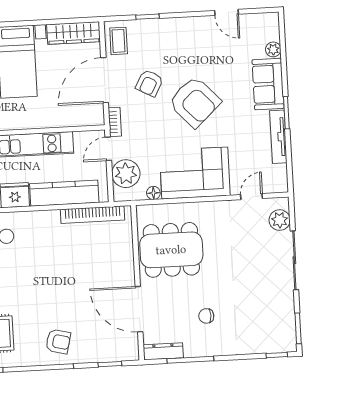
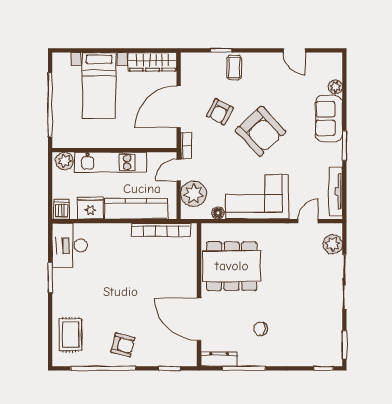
coffee table: (119, 41) -> (234, 68), moved
tv unit: (278, 137) -> (336, 191), moved

